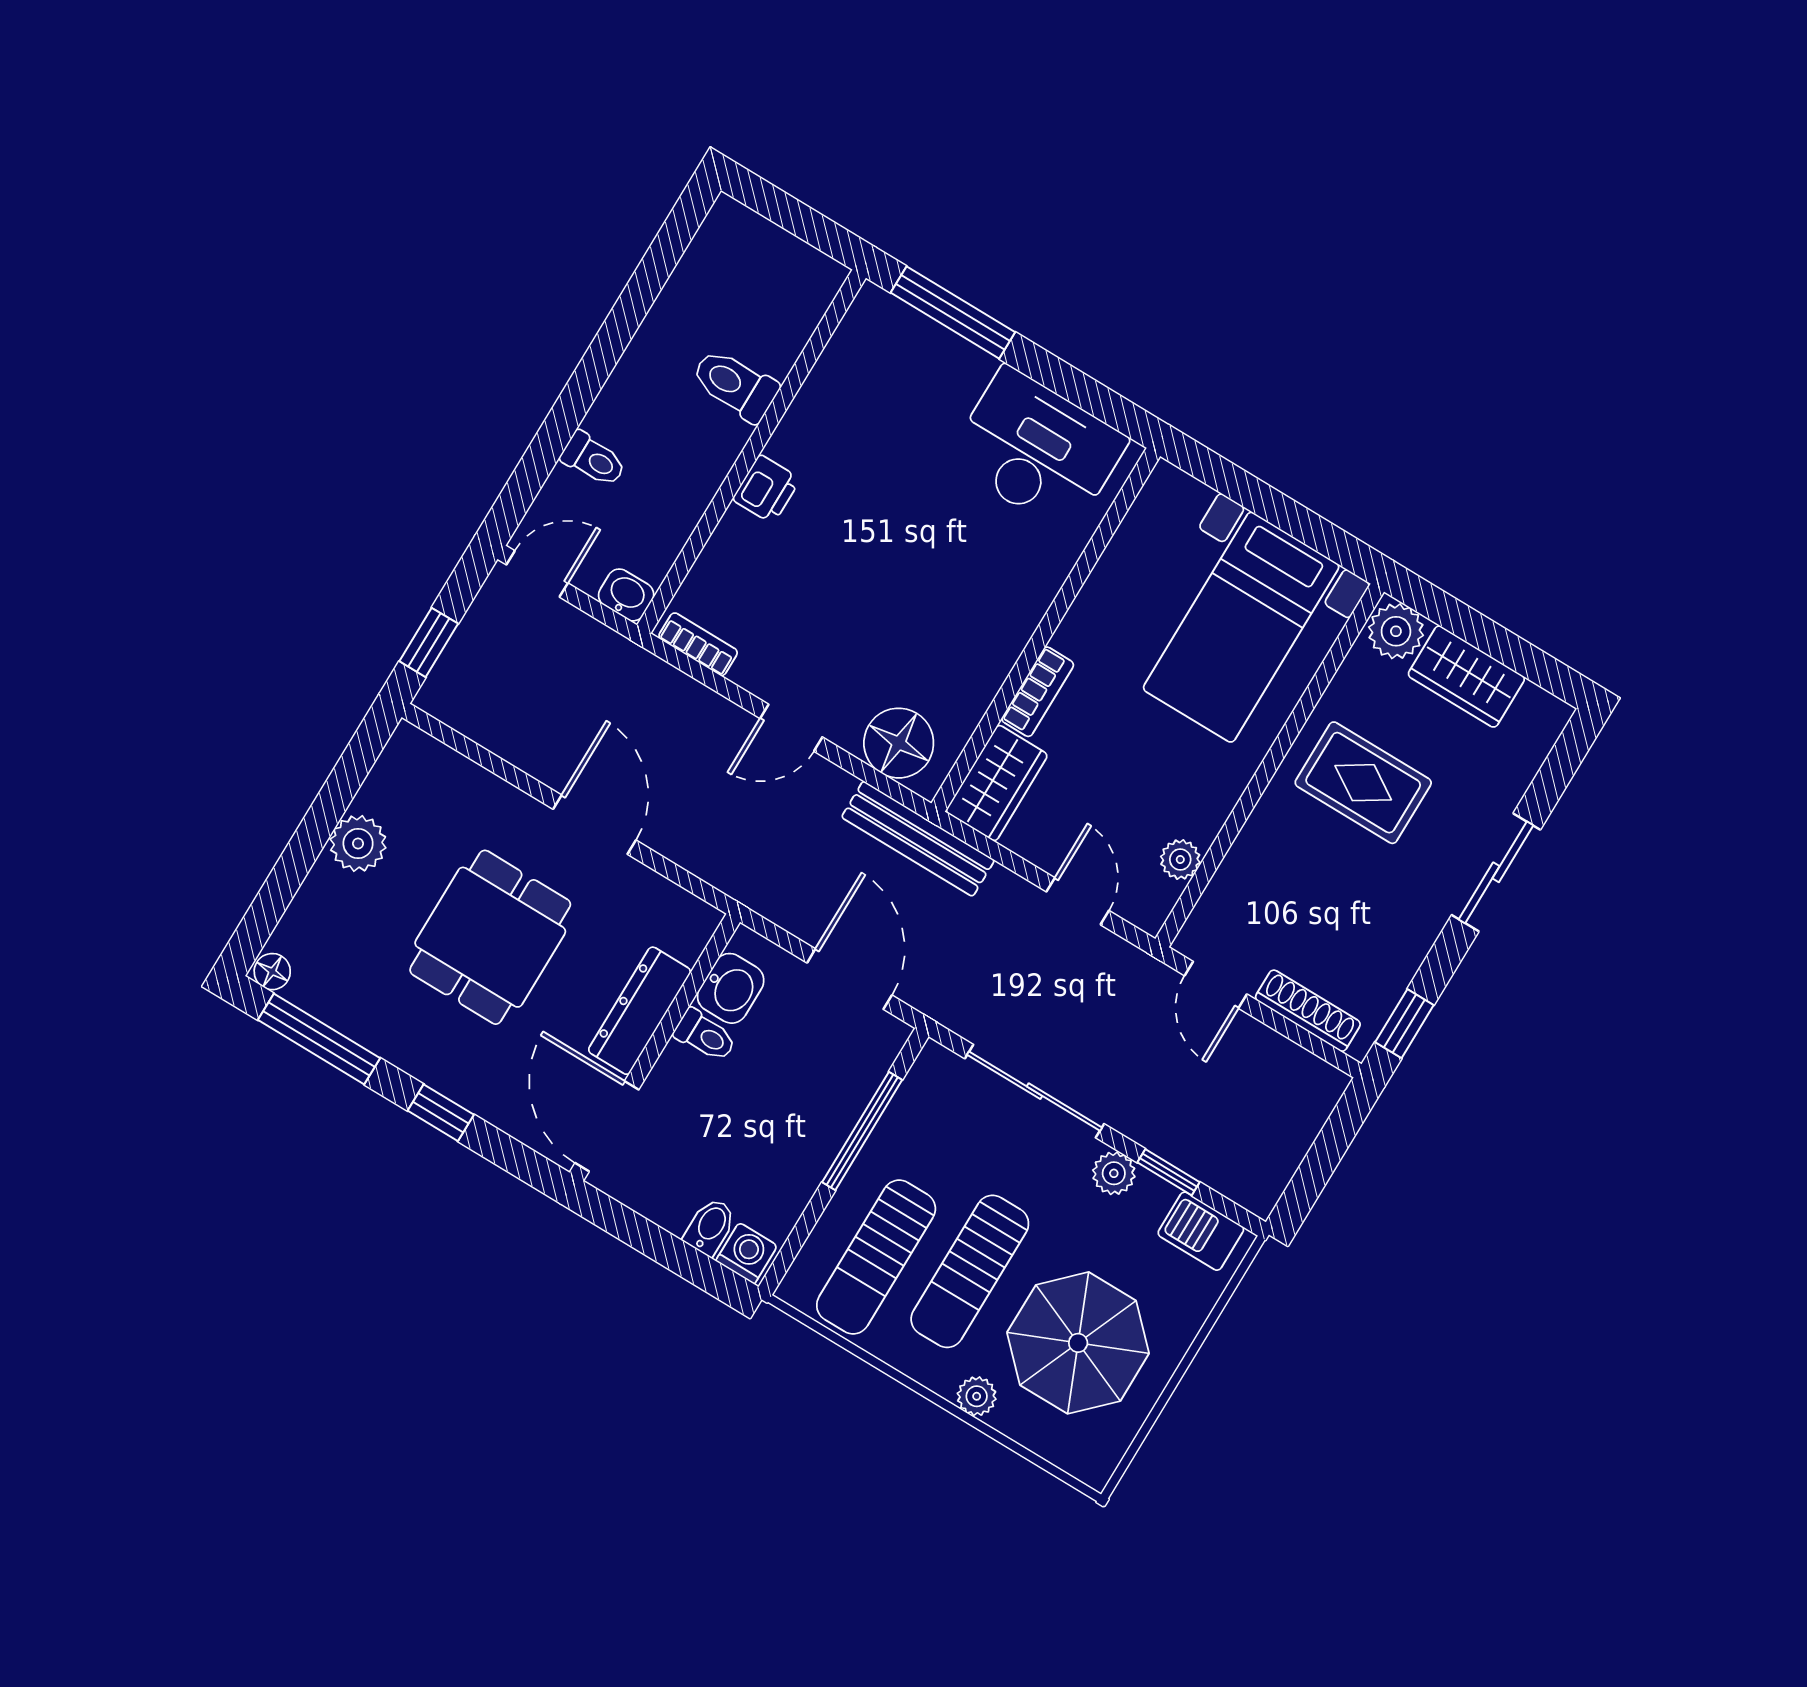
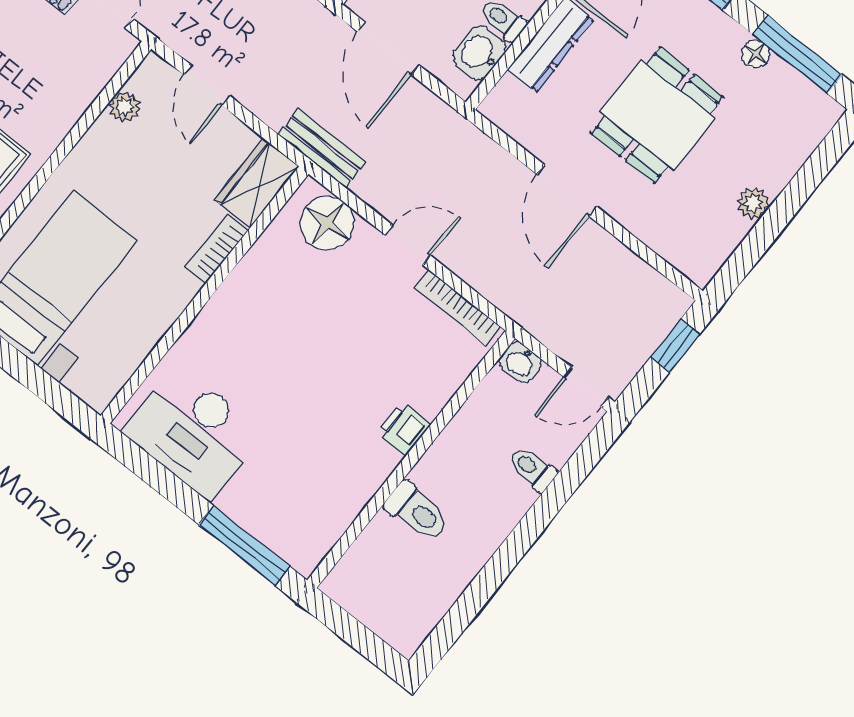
bookcase: (698, 644) -> (457, 307), width x1.56
bench: (918, 839) -> (322, 148), width x0.73
plant: (358, 843) -> (753, 203), width x0.73, depth x0.73
floor lamp: (272, 972) -> (756, 54), moved

